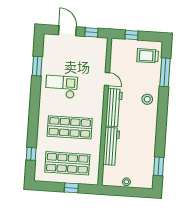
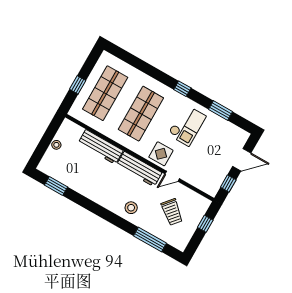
trolley: (148, 56) -> (172, 212), moved, turned 130
display table: (94, 96) -> (161, 154), added
window: (31, 154) -> (182, 89), moved

